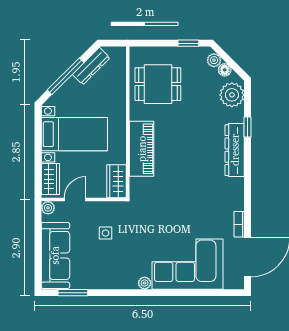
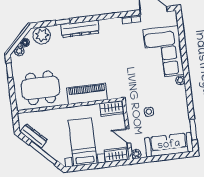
dining table: (158, 84) -> (41, 88), width x1.38

